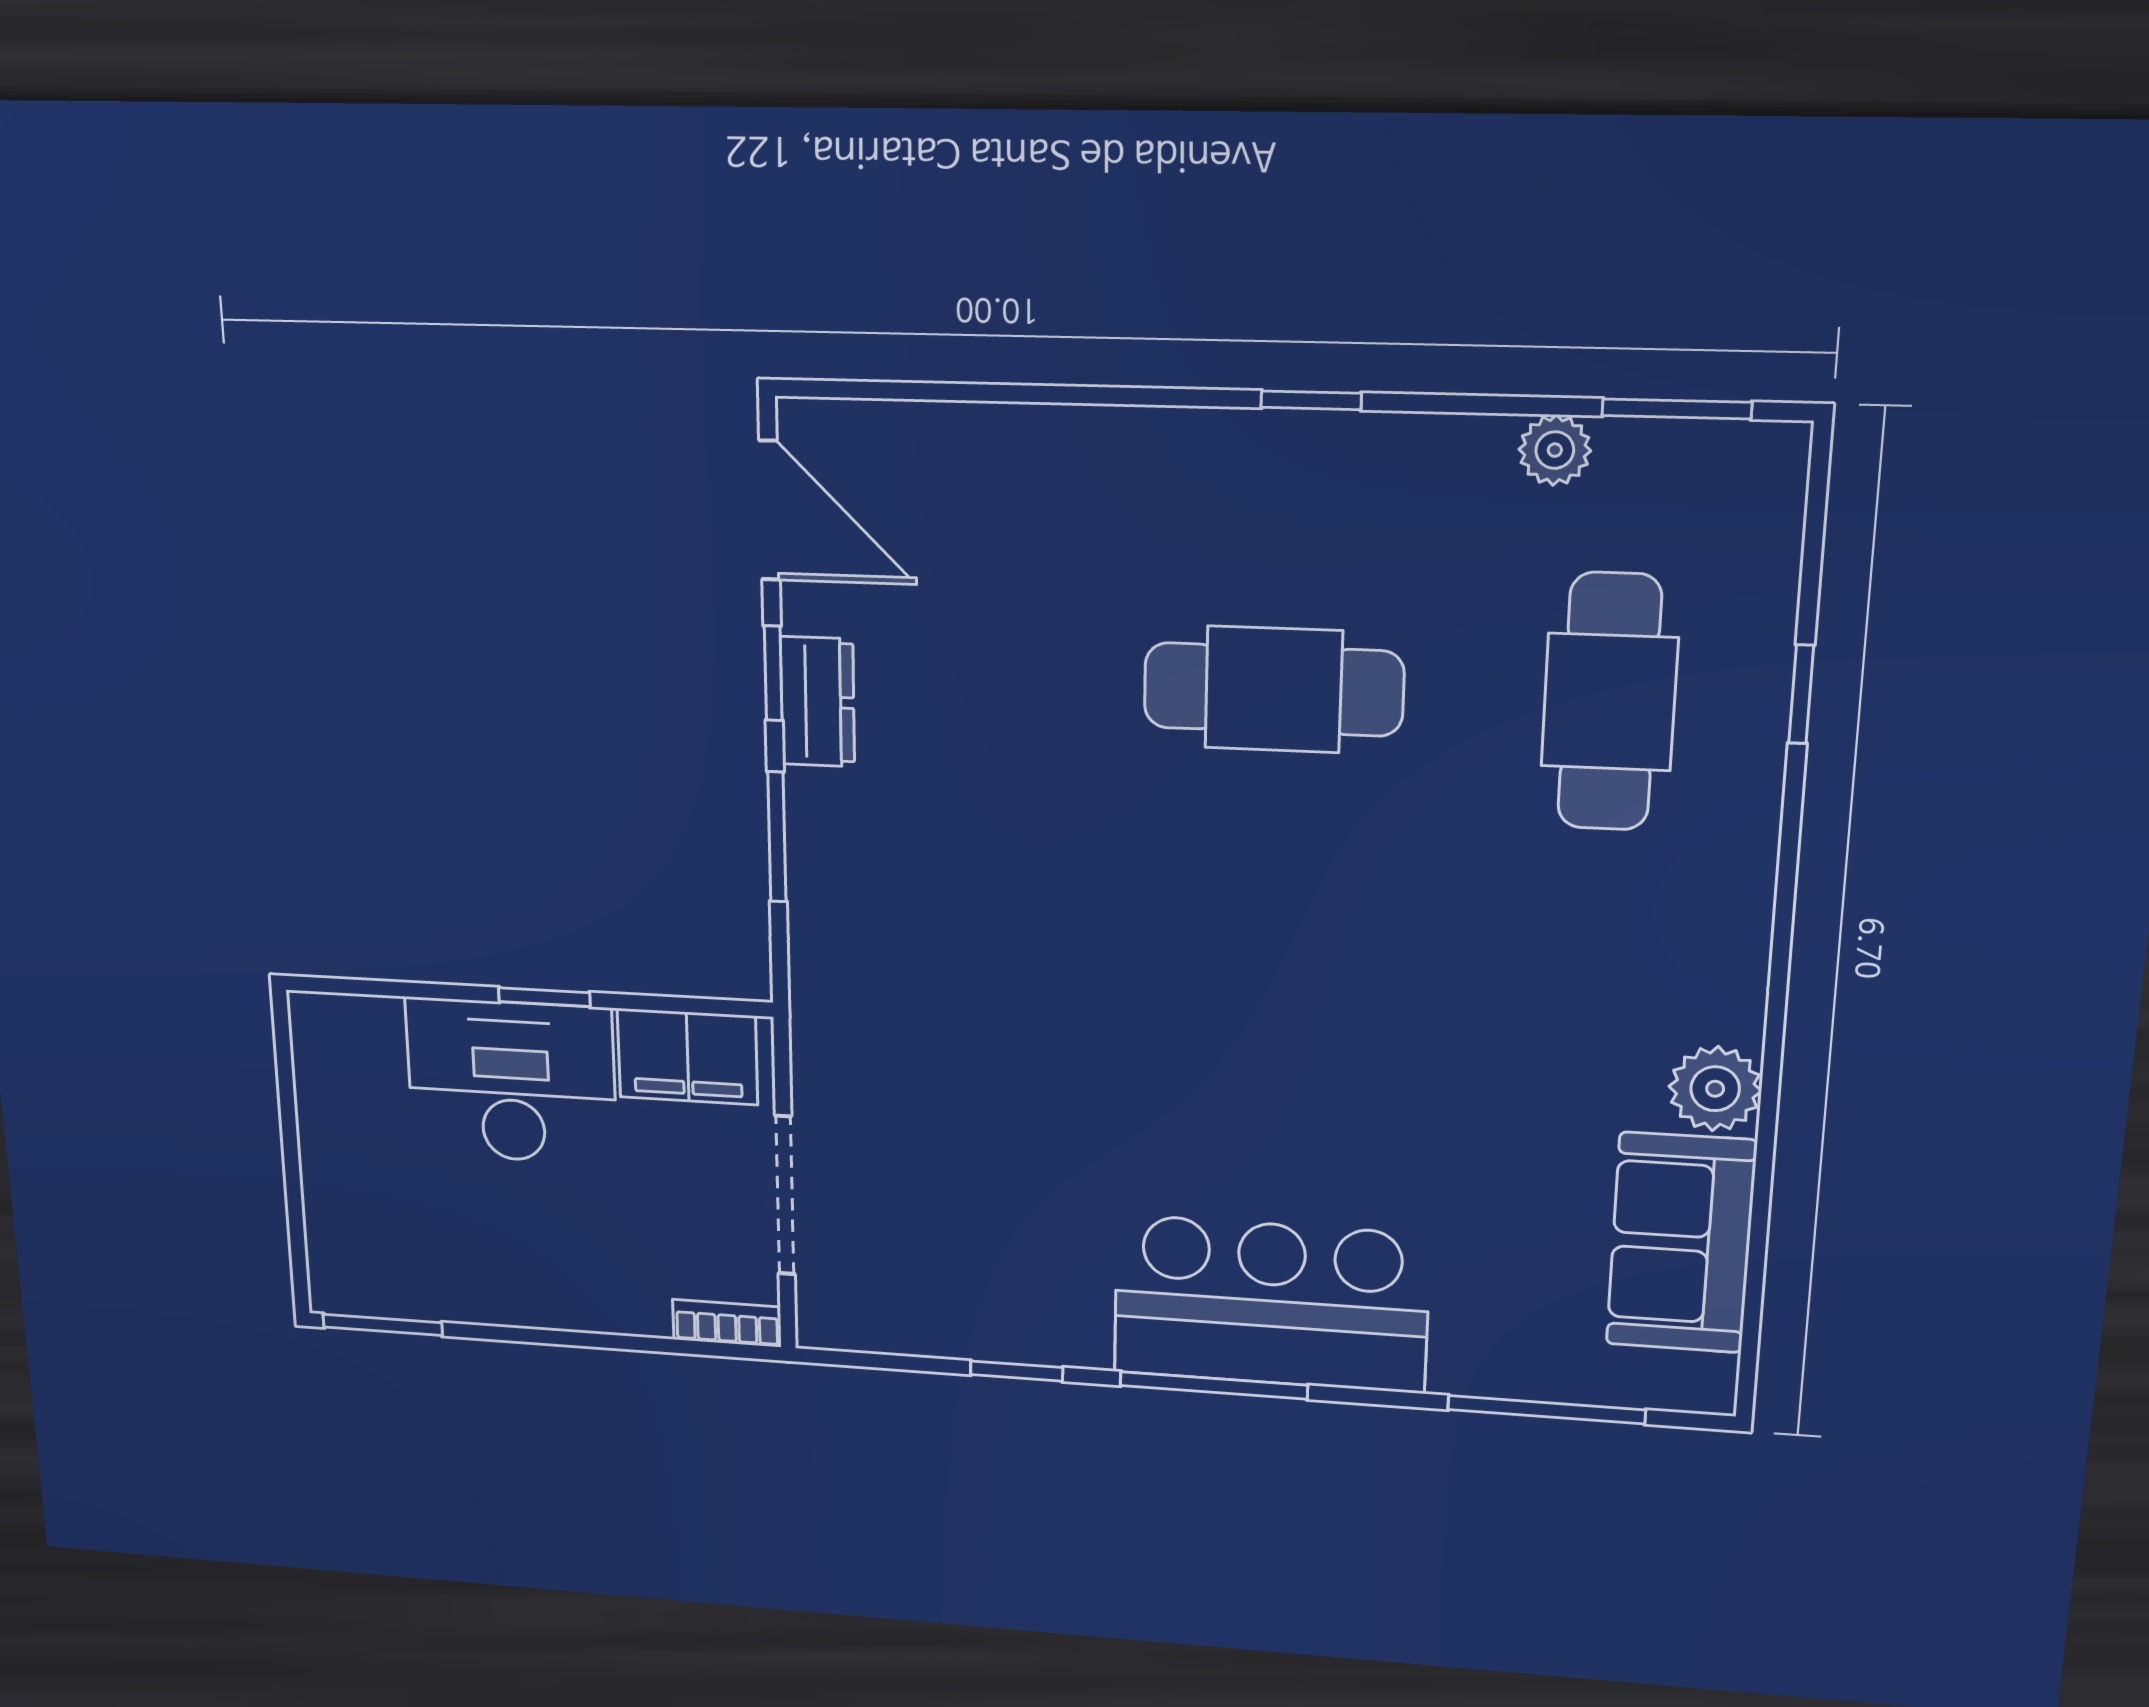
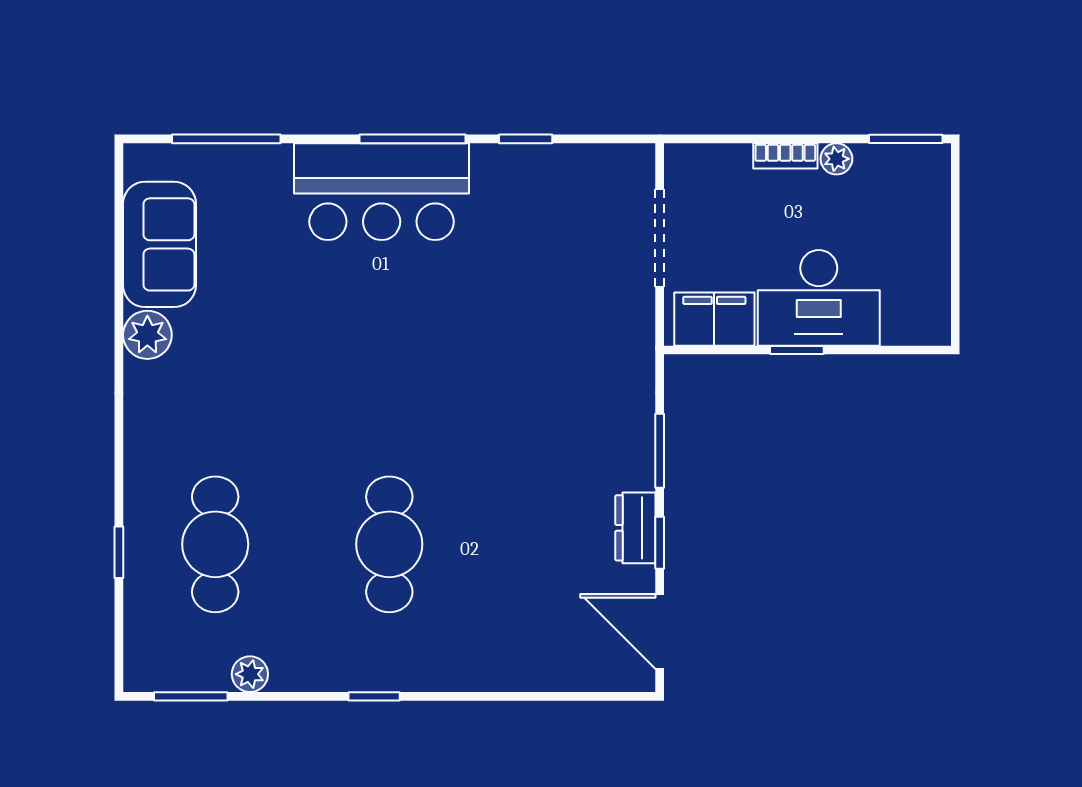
cafe table: (1273, 689) -> (389, 544), turned 90
plant: (494, 1302) -> (836, 159), added
bookcase: (727, 1323) -> (785, 156), moved

